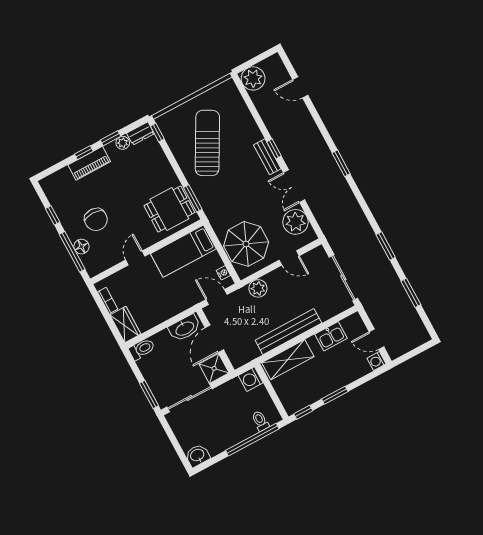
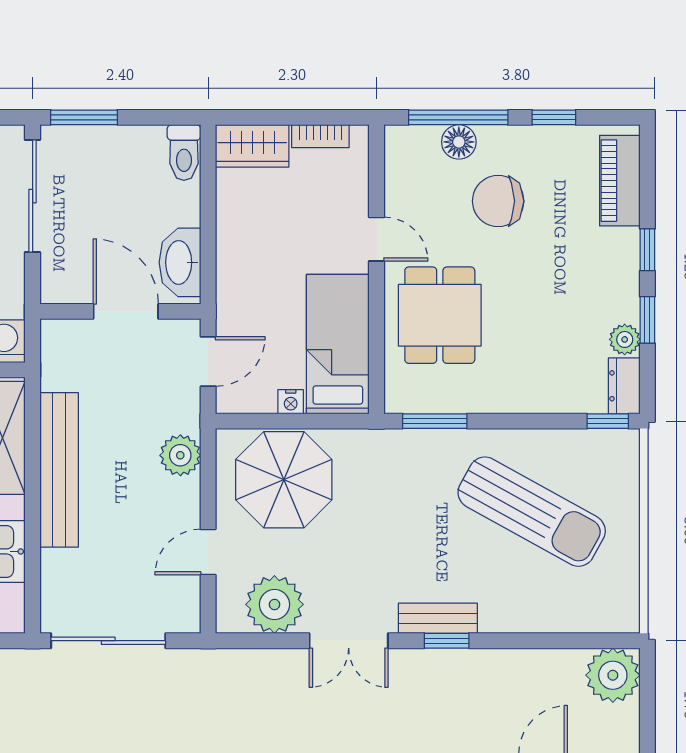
piano: (89, 163) -> (620, 181), moved
double door: (294, 186) -> (349, 641), swing flipped
dining table: (169, 209) -> (440, 315), moved
nightstand: (223, 273) -> (291, 402), moved
shower: (214, 368) -> (66, 278), removed

